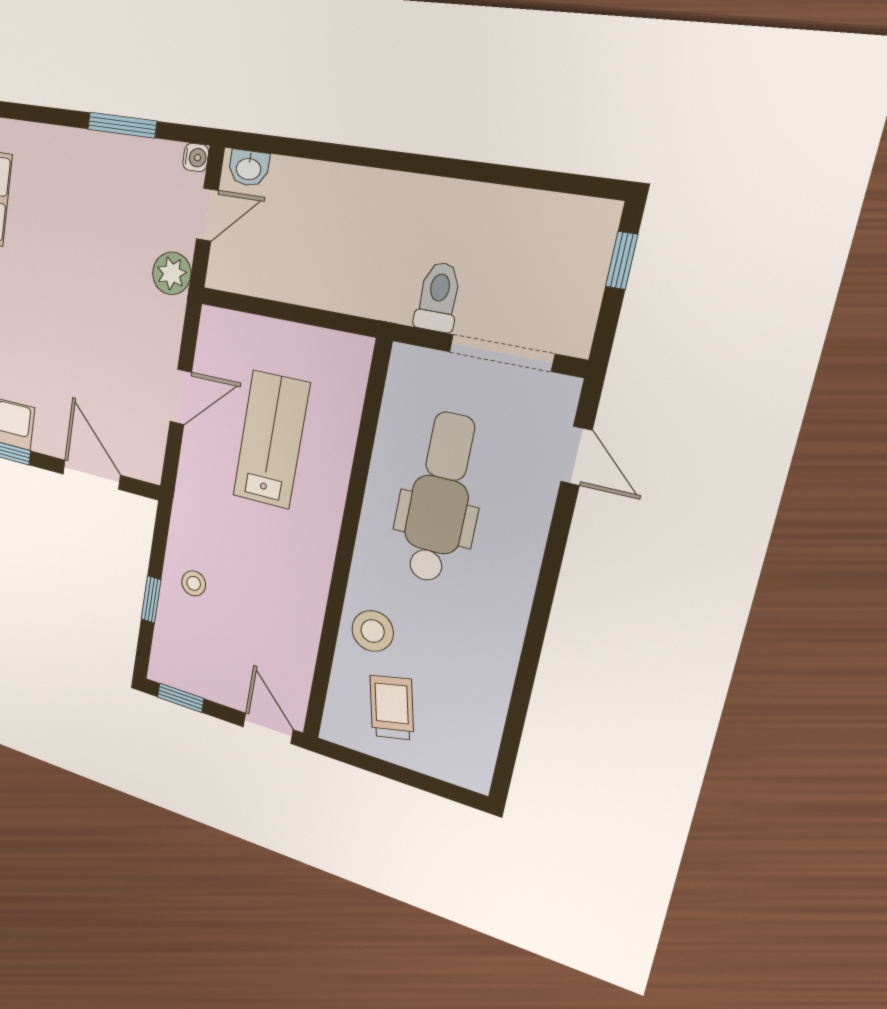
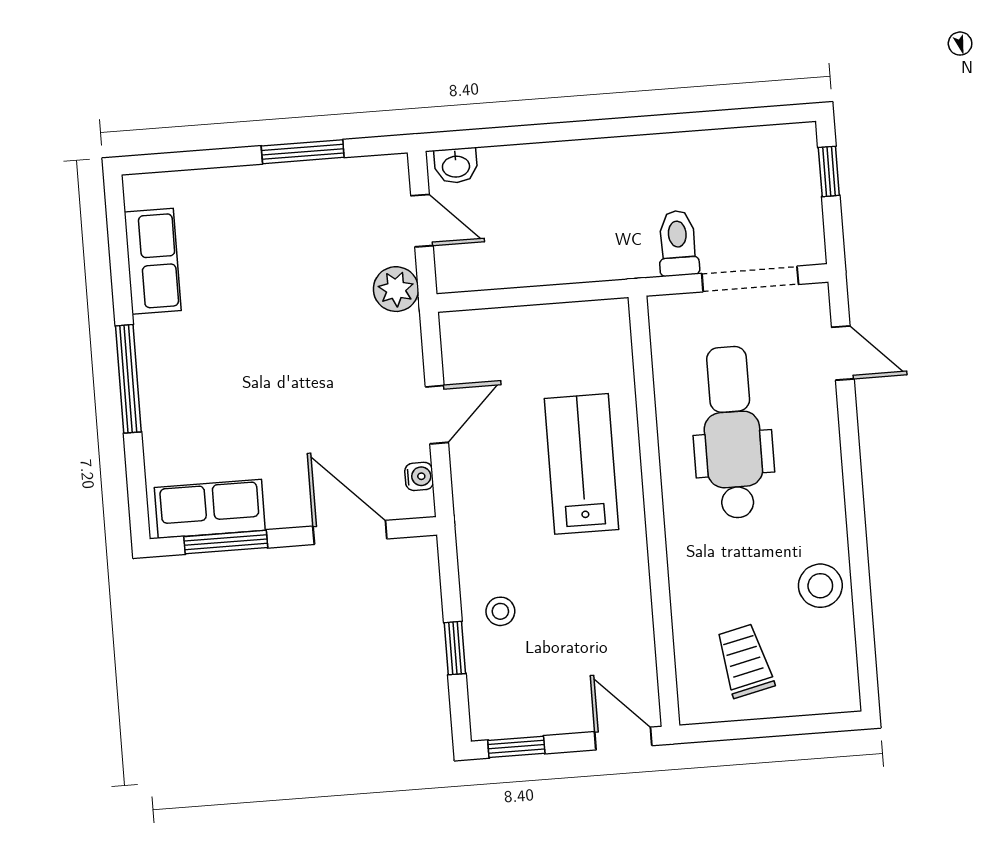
water cooler: (196, 157) -> (419, 476), moved
door: (207, 215) -> (422, 221), hinge flipped
lab bench: (271, 440) -> (581, 464), moved
stool: (373, 631) -> (820, 586), moved

